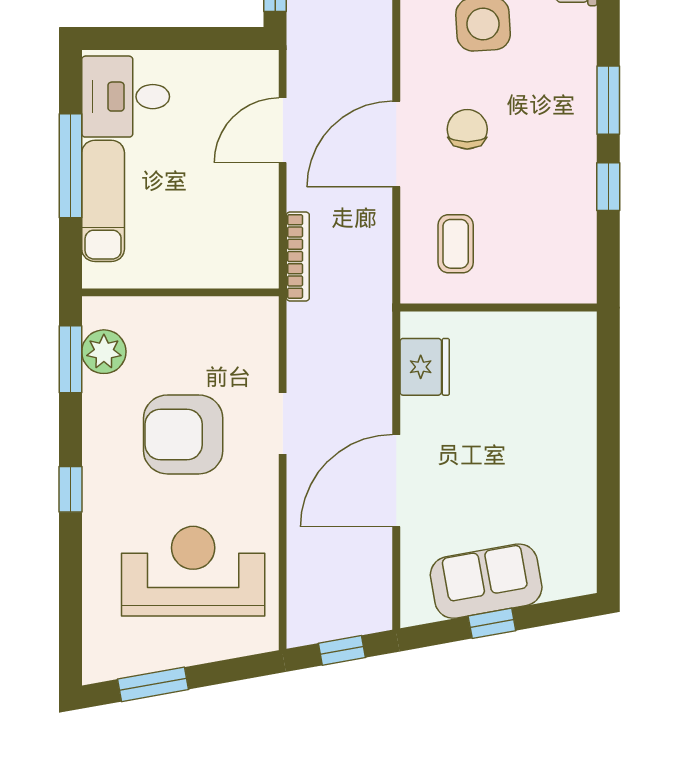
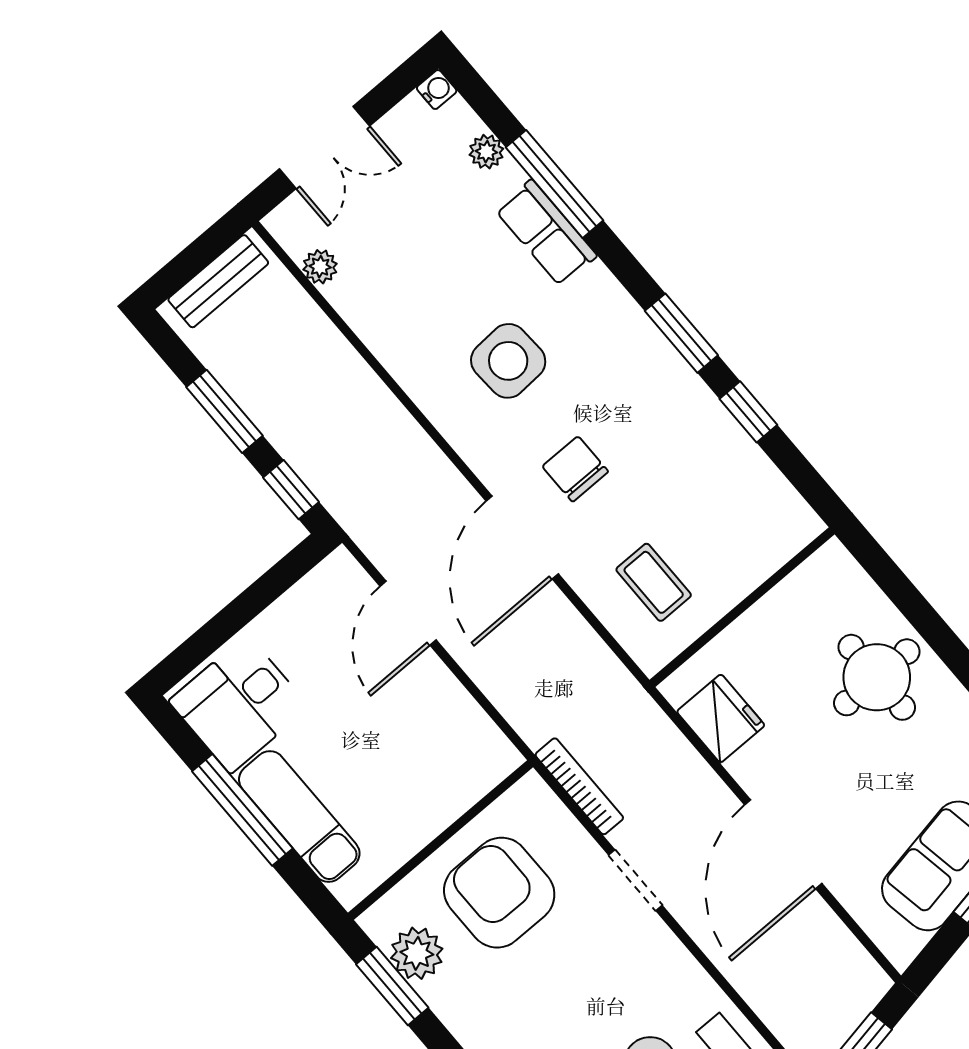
bookcase: (298, 256) -> (579, 786), moved
round table: (546, 425) -> (877, 677), added
armchair: (183, 434) -> (499, 893), moved, turned 90

